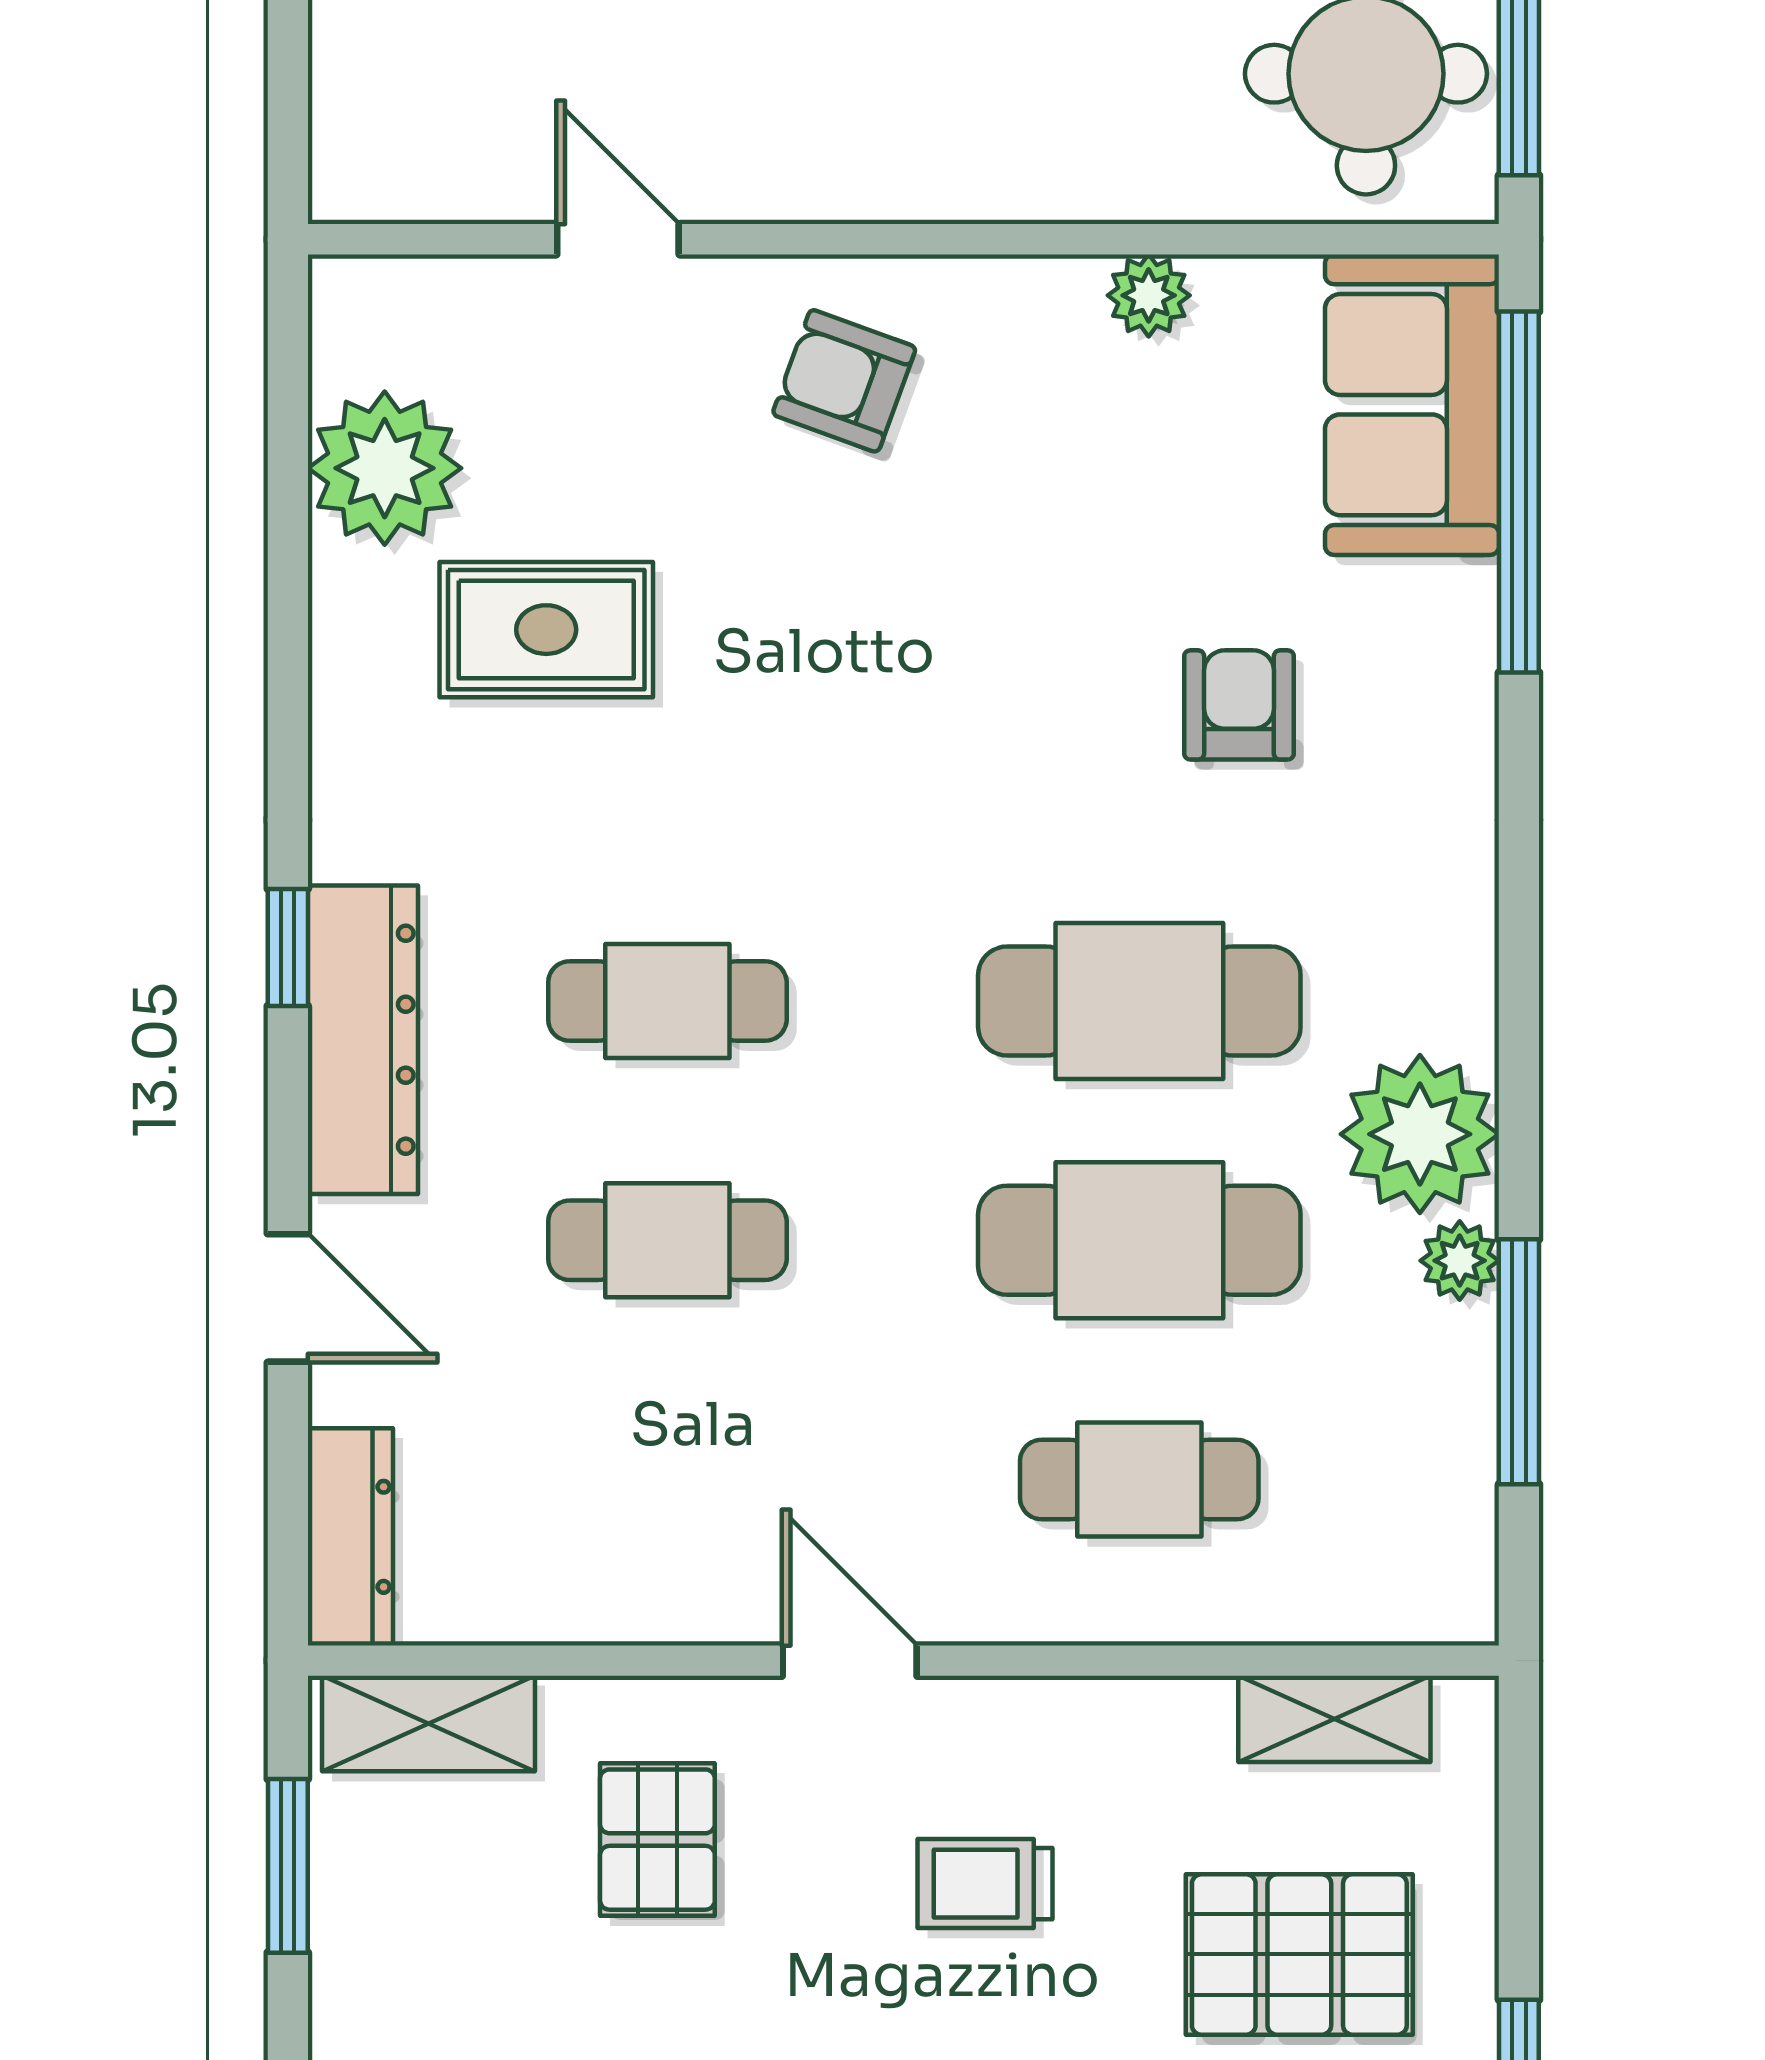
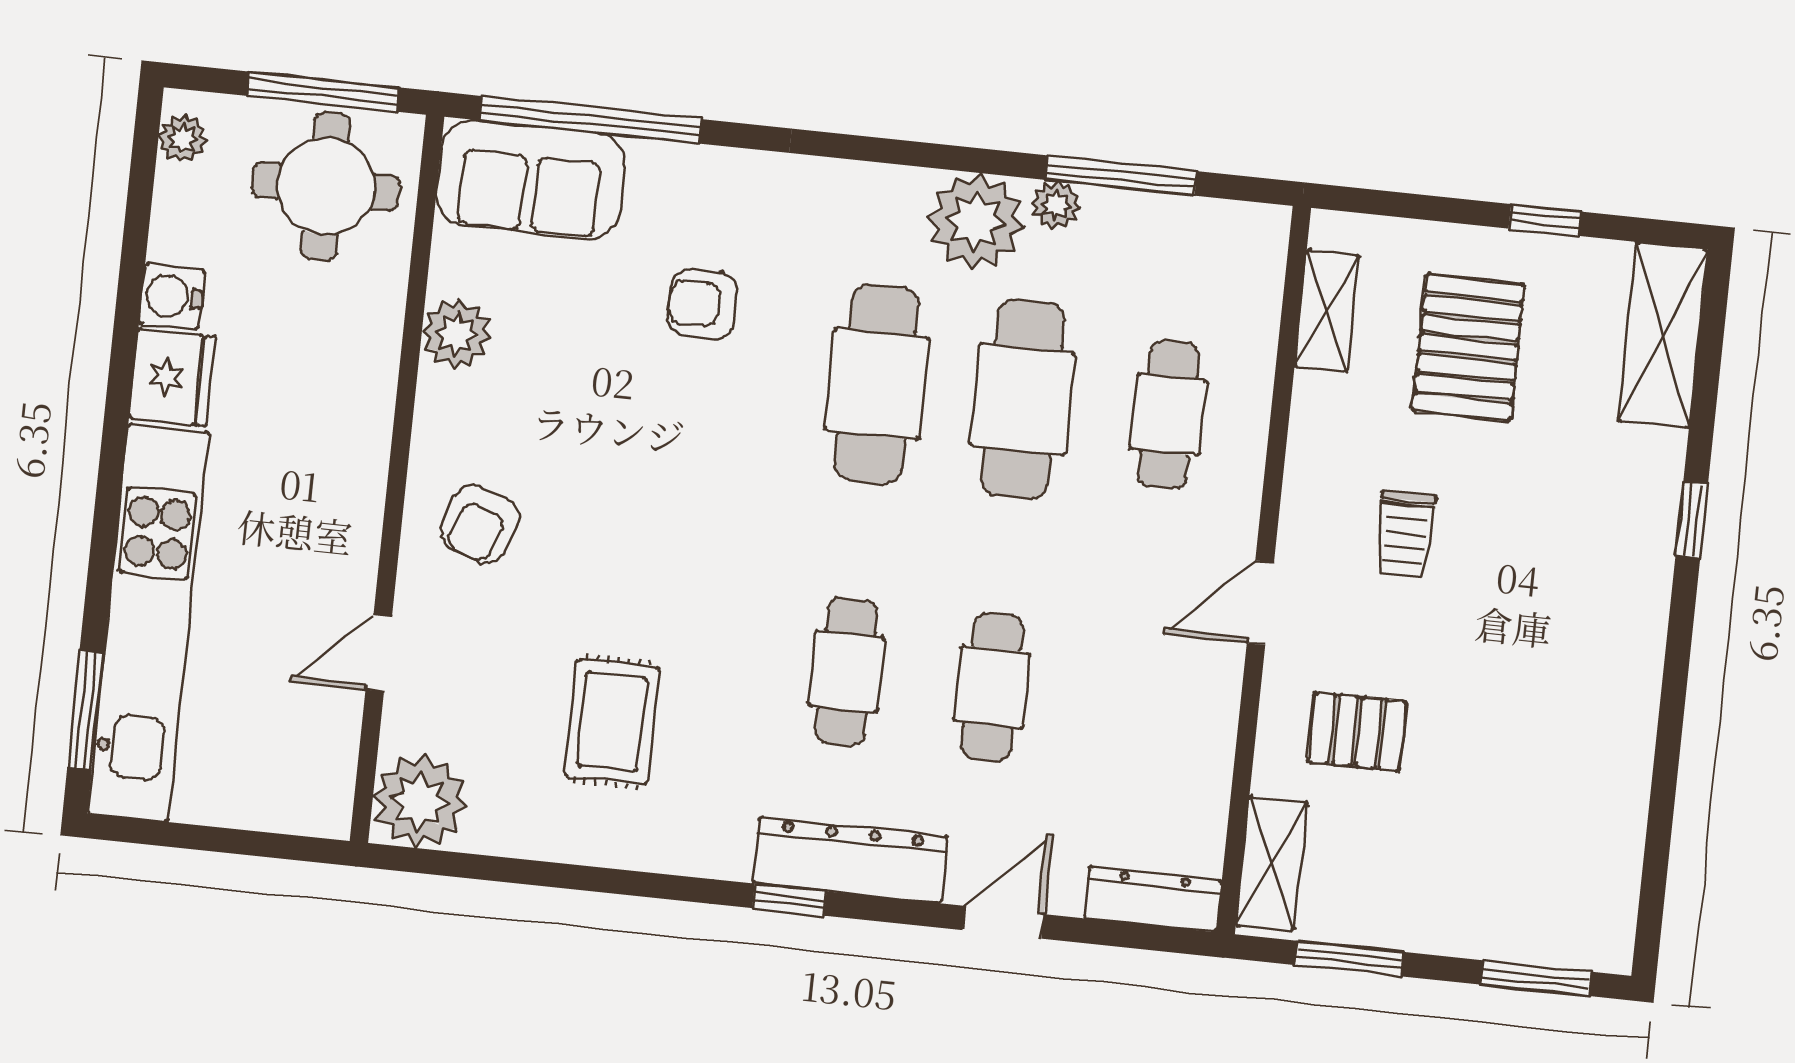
plant: (1149, 295) -> (456, 334), width x1.38, depth x1.38
plant: (385, 468) -> (420, 801), moved

